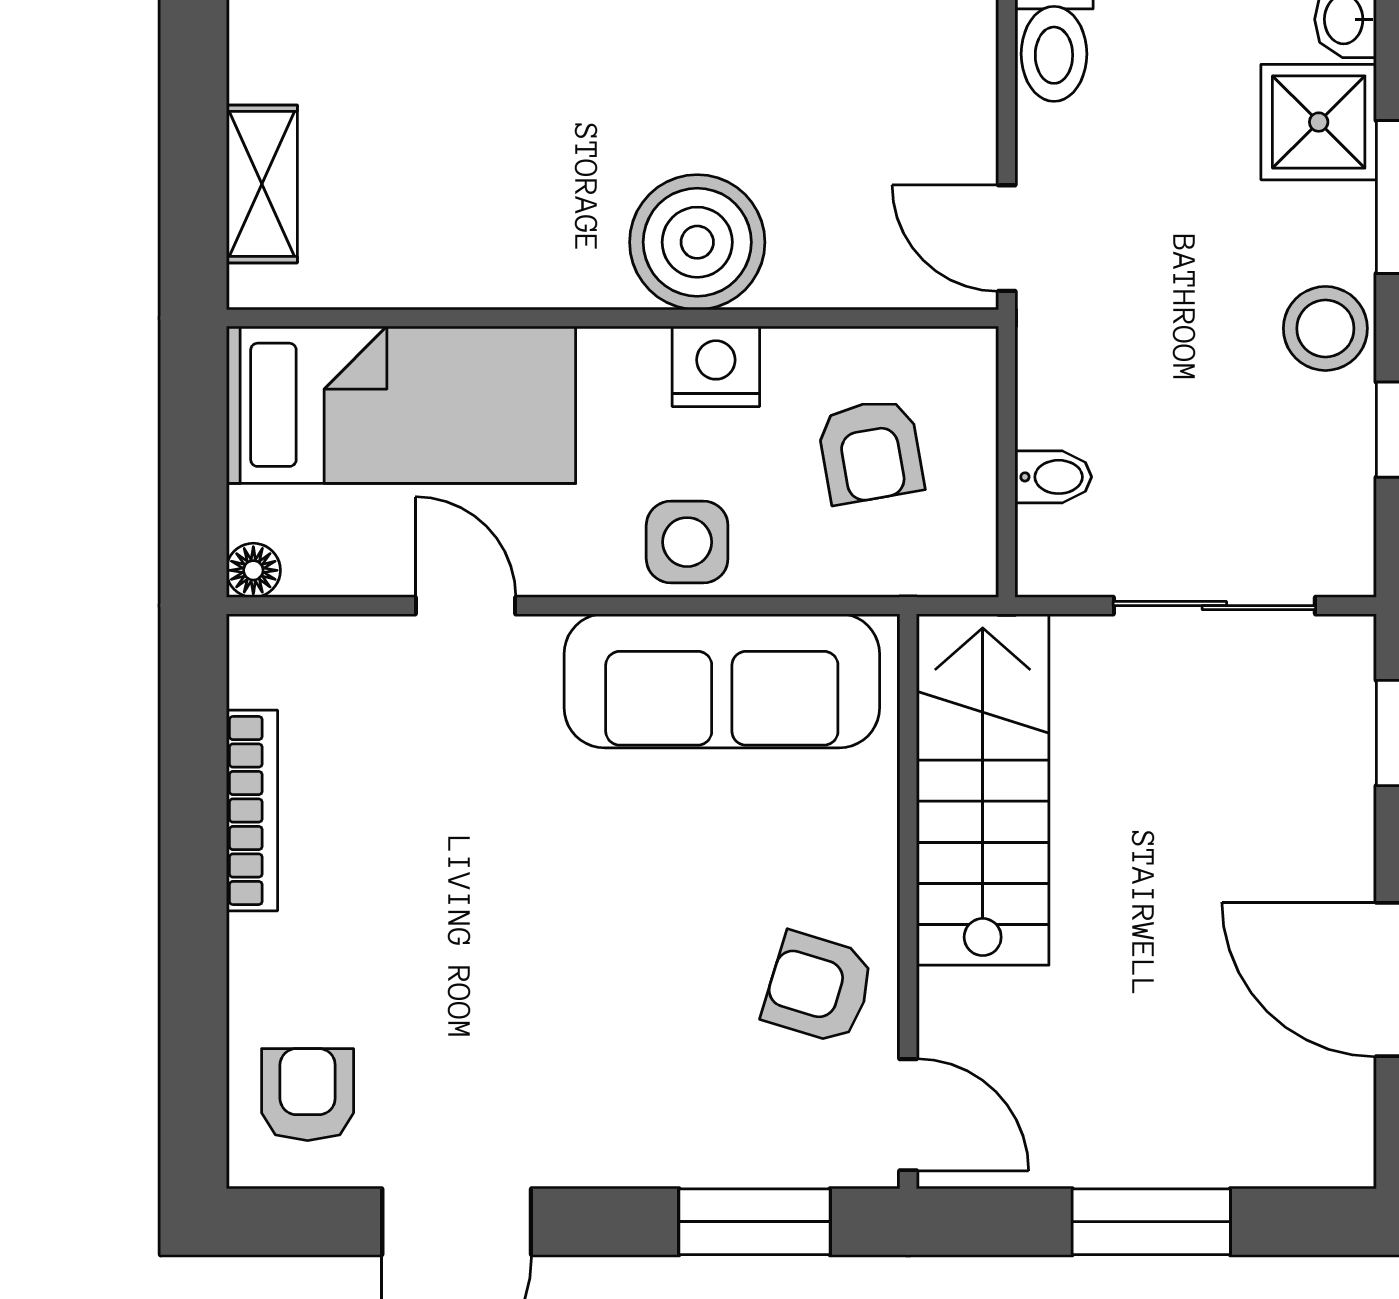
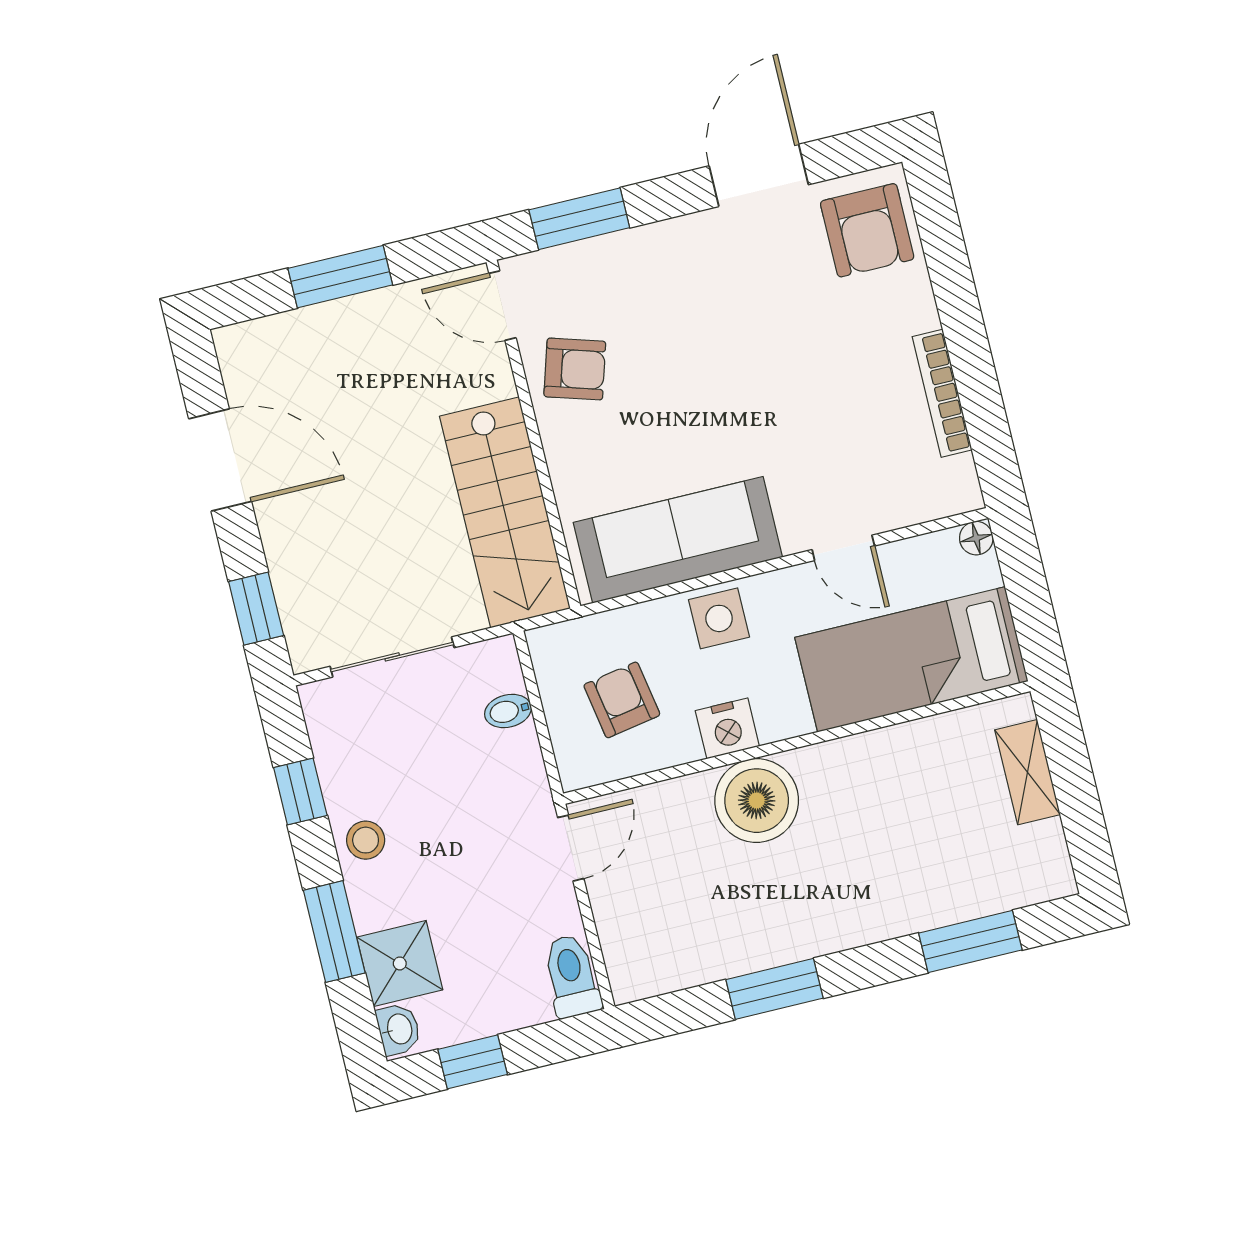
door: (1007, 238) -> (571, 848), hinge flipped
stool: (1325, 328) -> (366, 840), width x0.73, depth x0.73
armchair: (308, 1095) -> (867, 230), width x1.38, depth x1.38

